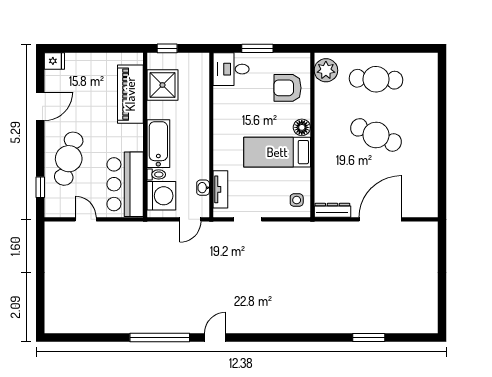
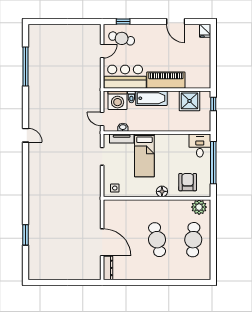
window: (257, 48) -> (213, 163), width x2.11
piano: (130, 94) -> (166, 80), moved
cafe table: (376, 135) -> (157, 240), turned -36
bed: (277, 152) -> (144, 155), moved, turned 180
cafe table: (69, 159) -> (122, 38), moved, width x0.73, depth x0.74
dresser: (332, 210) -> (108, 268), moved
window: (160, 337) -> (25, 67), moved

